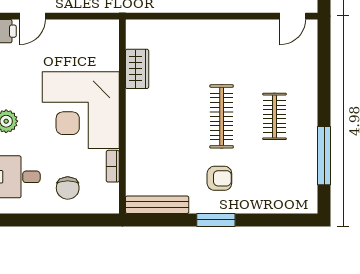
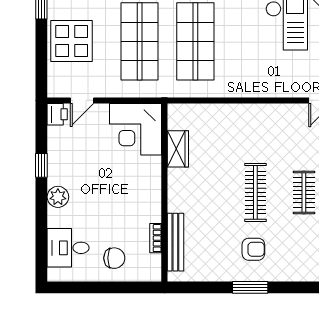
corner desk: (81, 110) -> (136, 129), moved, width x0.74, depth x0.74
chair: (68, 188) -> (114, 258), turned -90
bench: (157, 205) -> (175, 242), moved, turned 90

